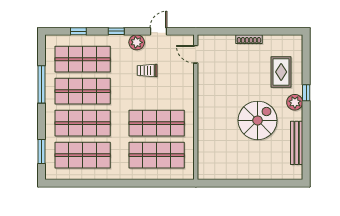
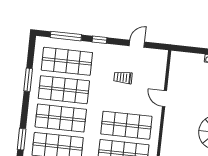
window: (78, 31) -> (66, 36), width x2.17
plant: (137, 42) -> (116, 52), removed
door: (196, 54) -> (164, 99), moved
window: (42, 84) -> (28, 80), width x0.69

